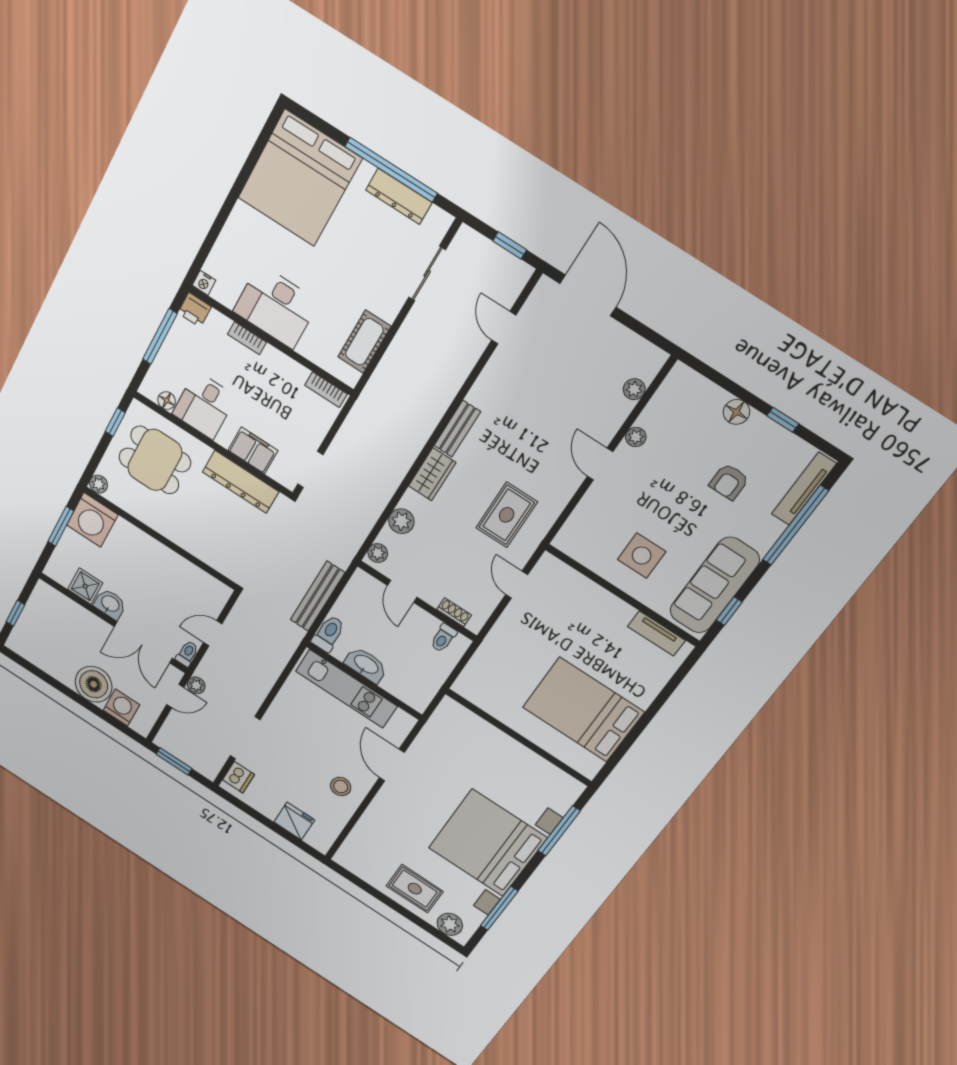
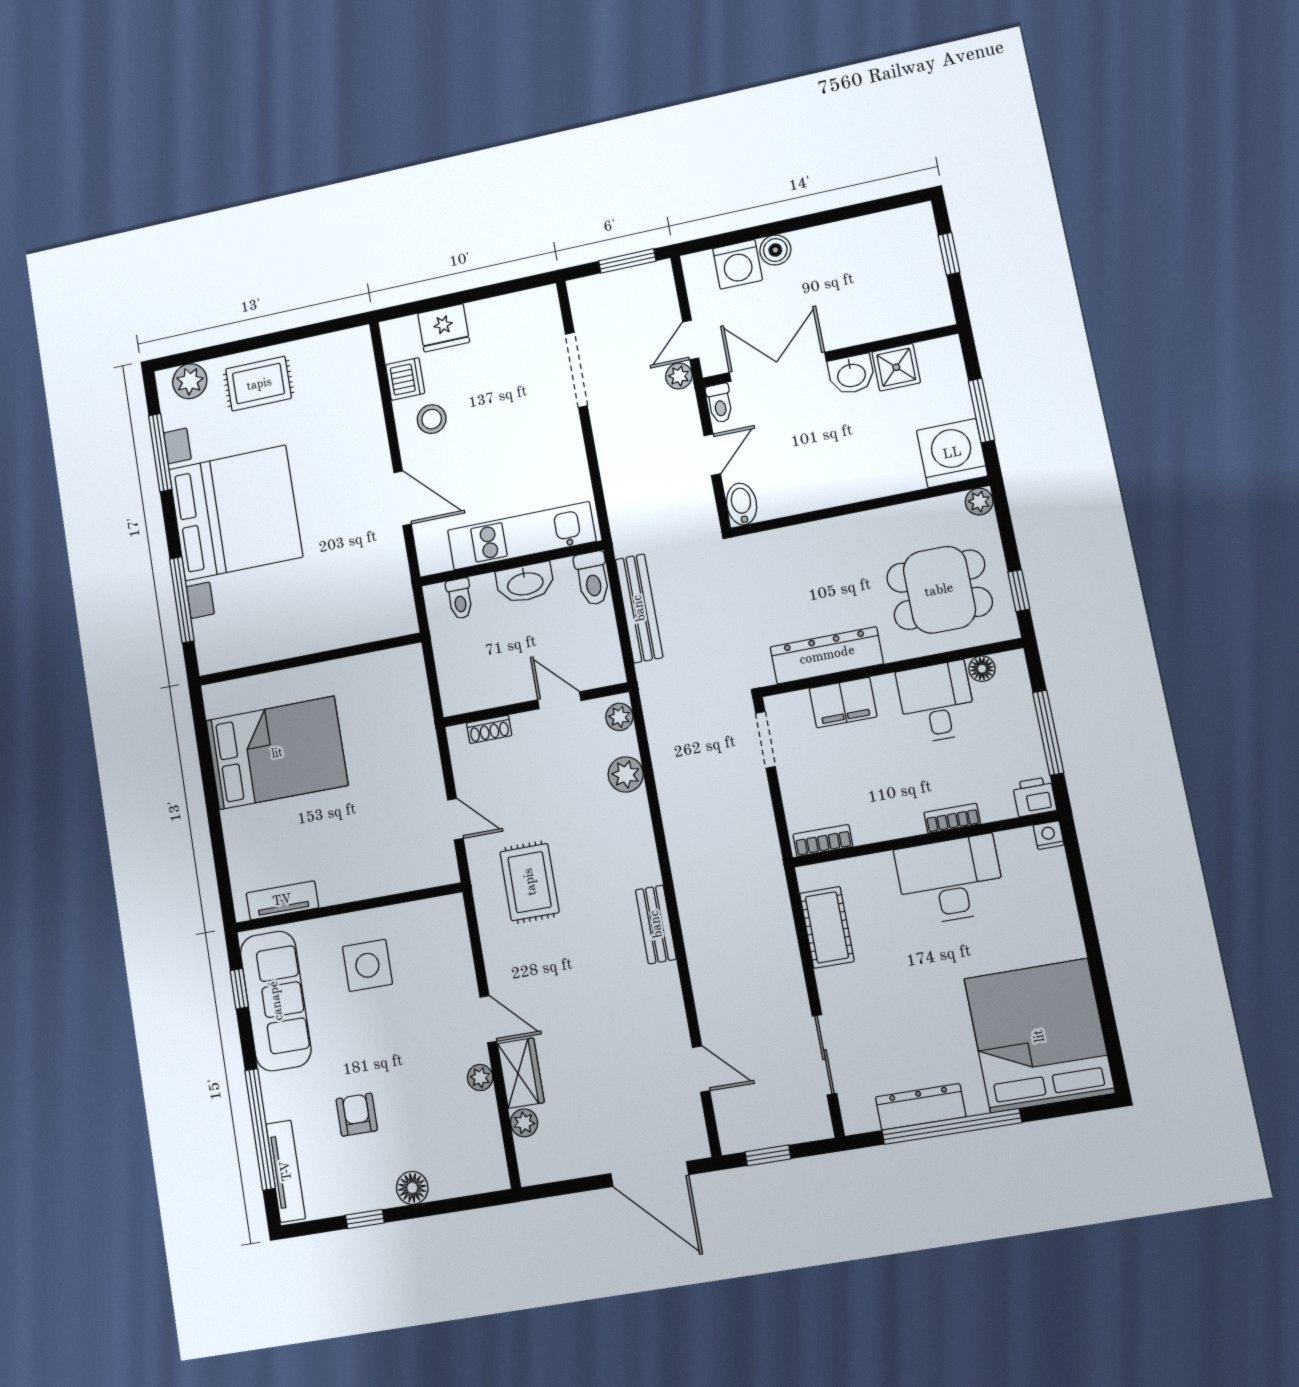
wardrobe: (432, 474) -> (521, 1073), moved, turned 180
bidet: (219, 596) -> (742, 504), added
toilet: (443, 638) -> (460, 599), moved, turned 180
boiler: (94, 684) -> (775, 250), width x0.54, depth x0.54
dishwasher: (238, 777) -> (405, 379), moved, turned 180

